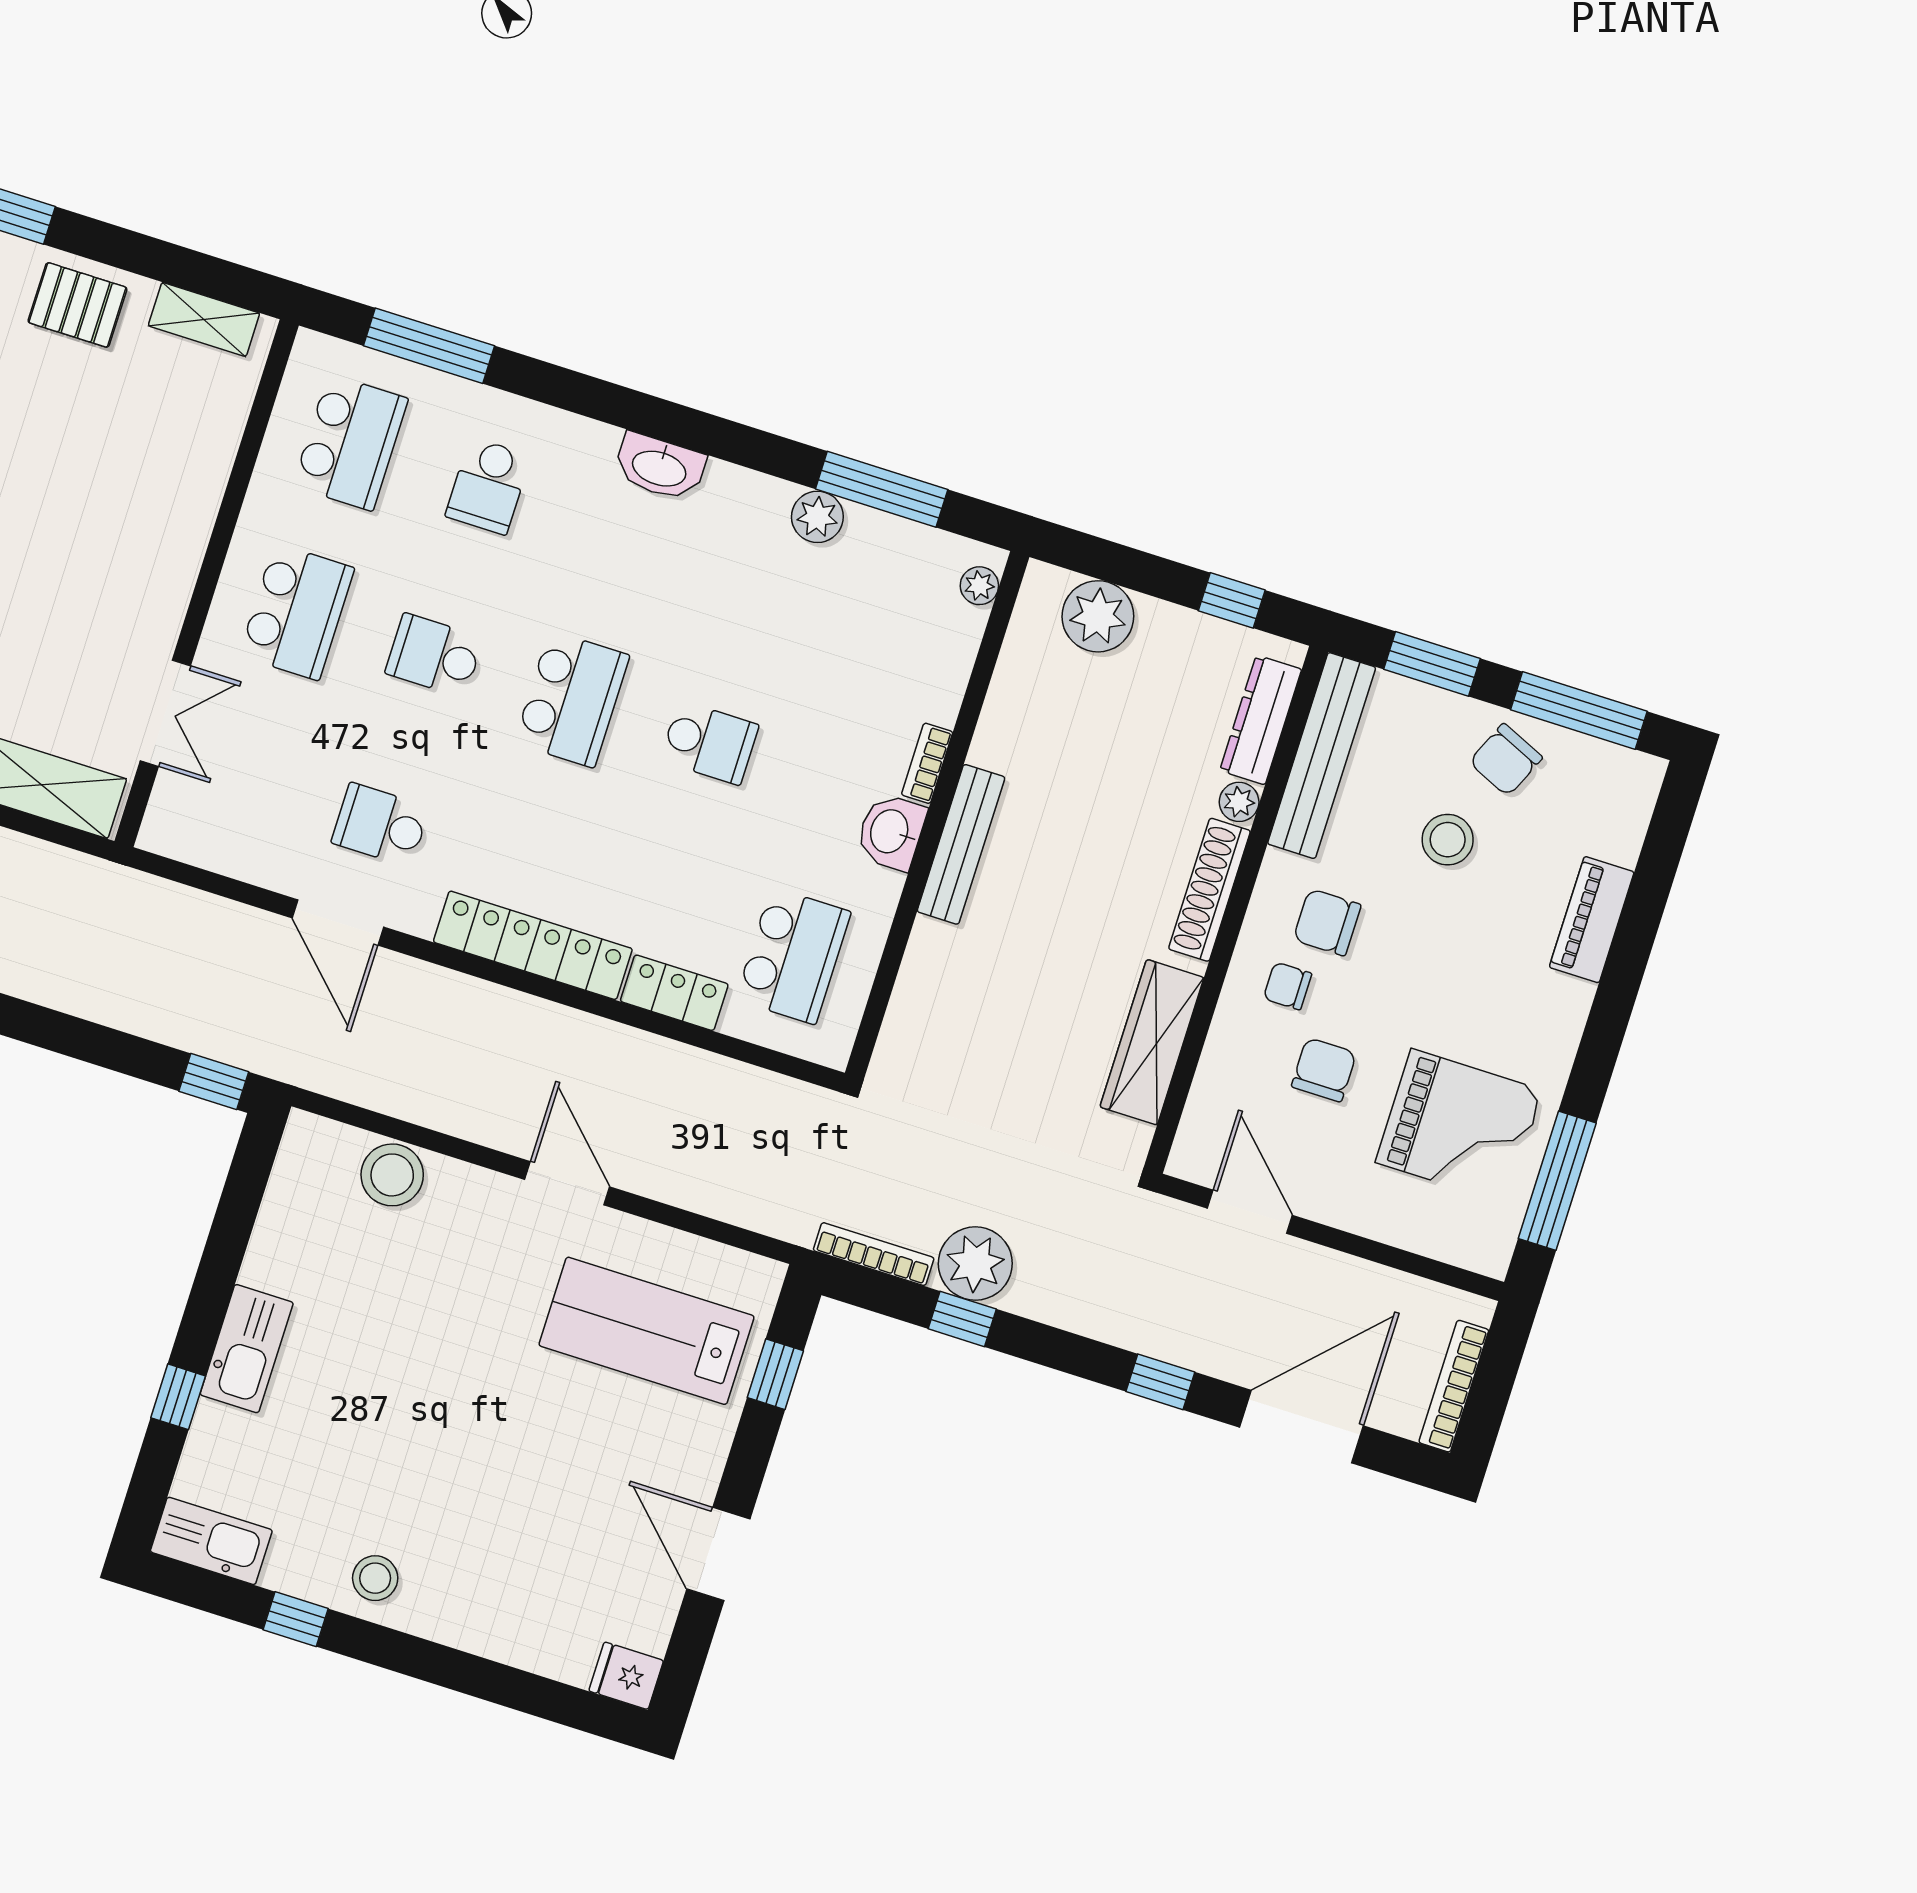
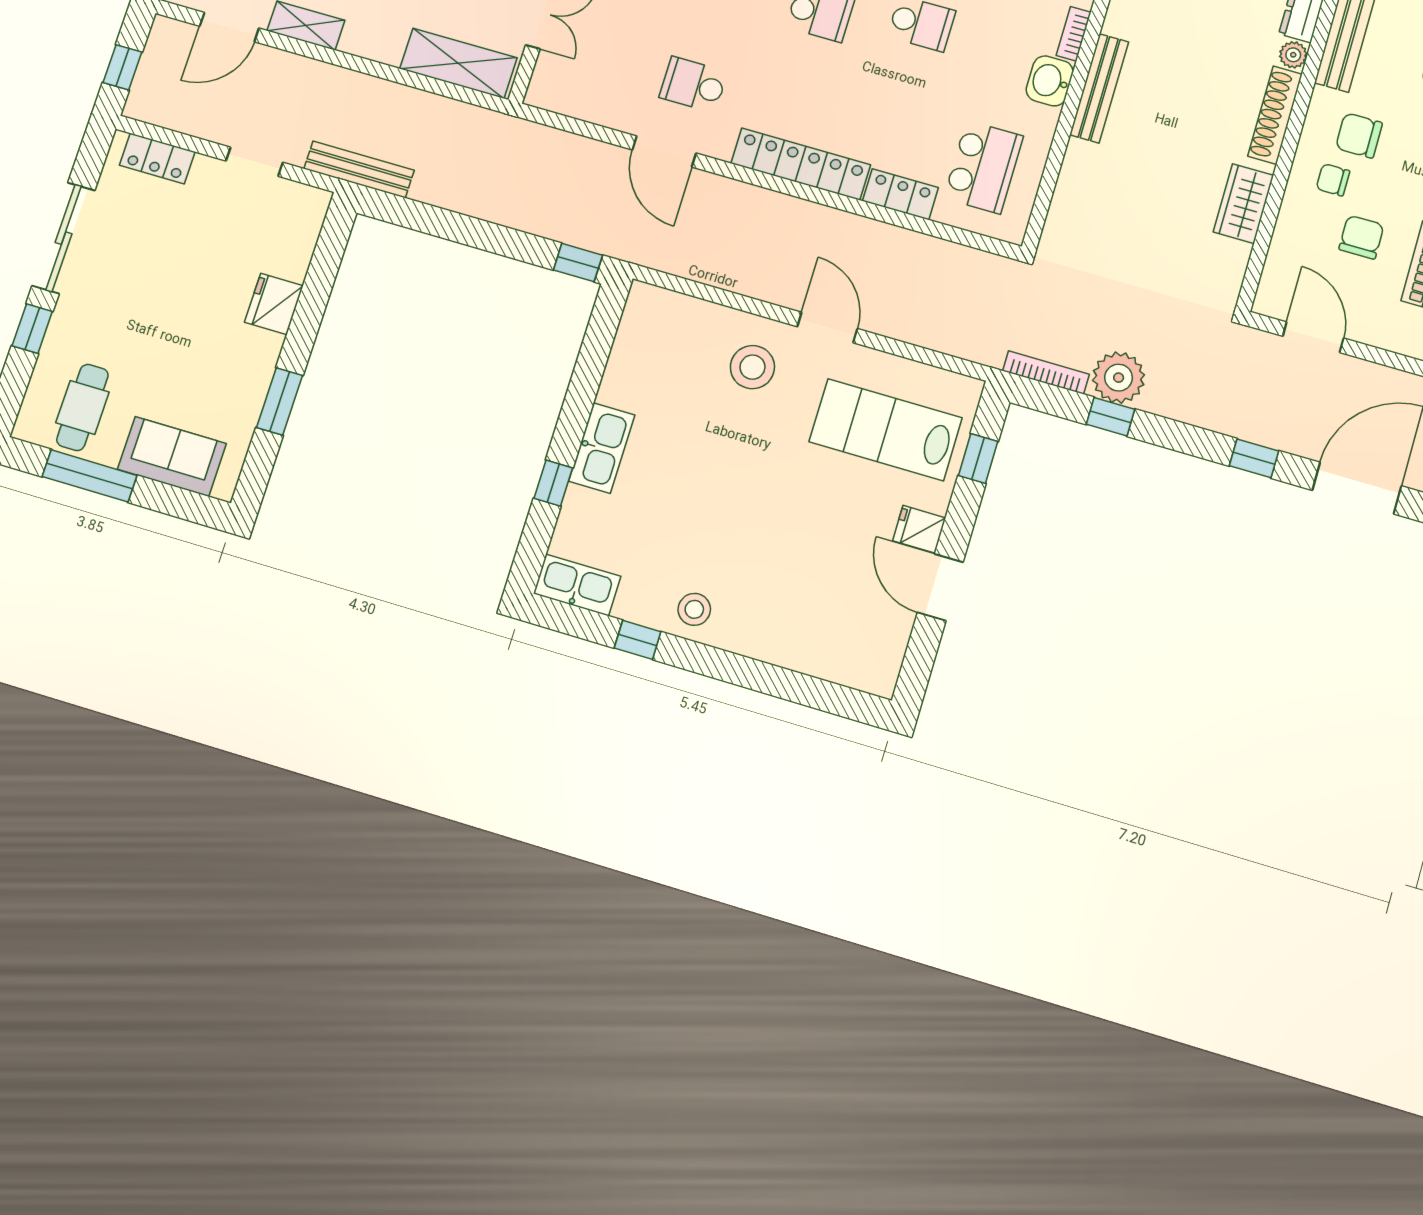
wardrobe: (1152, 1042) -> (1243, 204), width x0.67
stool: (392, 1175) -> (752, 367), moved
fridge: (626, 1676) -> (919, 529), moved

